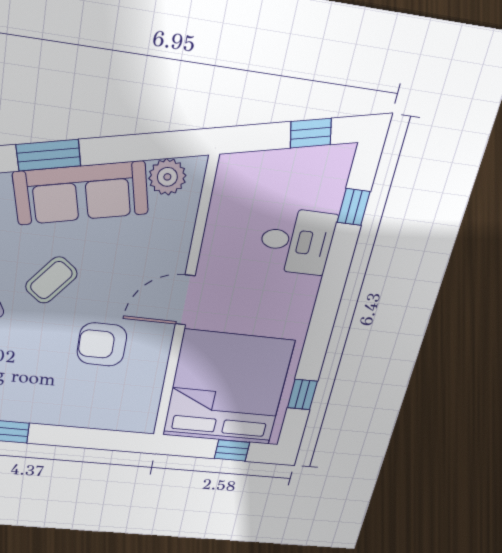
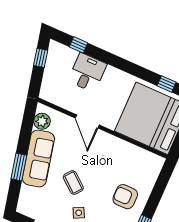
door: (185, 300) -> (87, 122), moved
armchair: (102, 344) -> (125, 197), moved, turned 90

